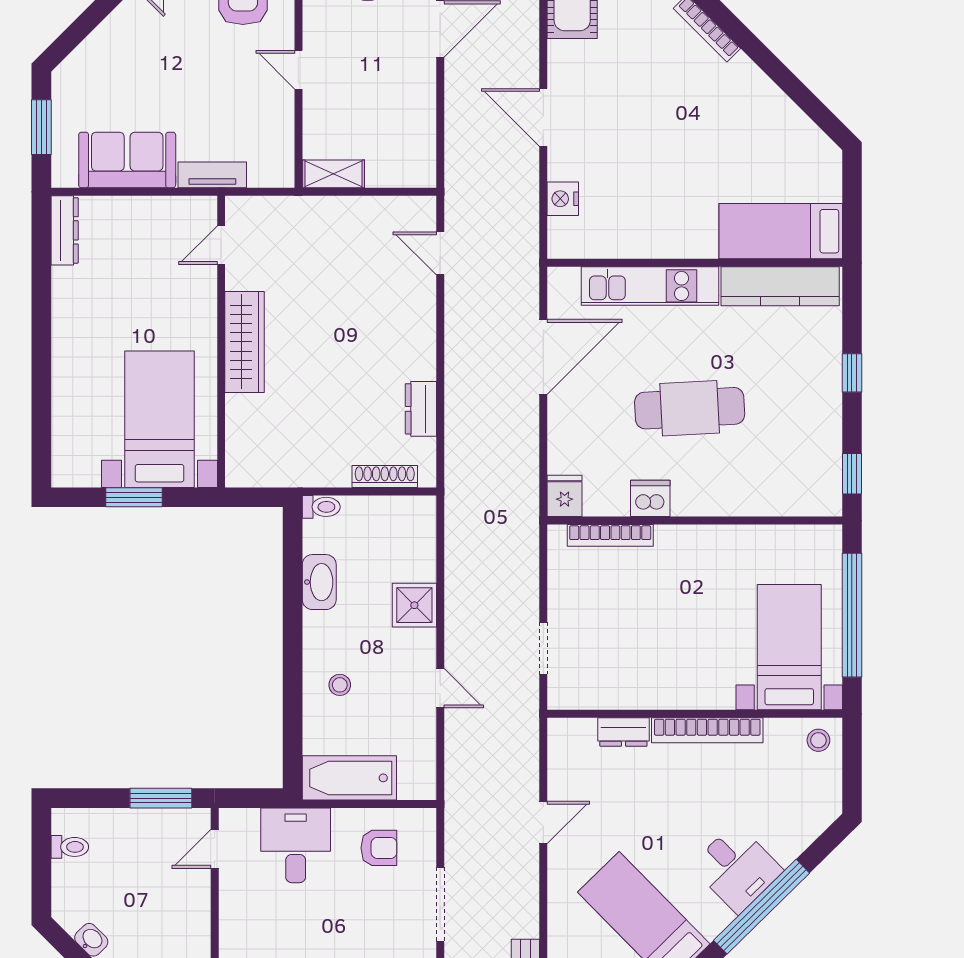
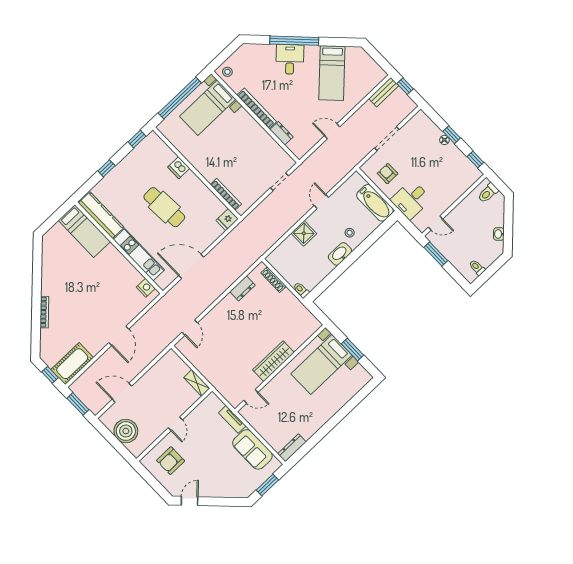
nightstand: (563, 199) -> (146, 288), moved, turned -90
dishwasher: (650, 498) -> (179, 168), moved
washbasin: (319, 582) -> (340, 254), moved

